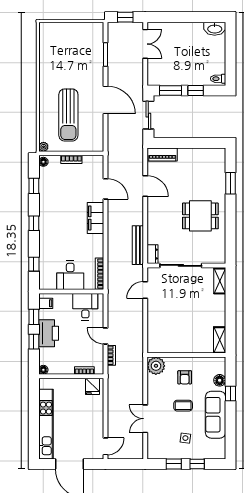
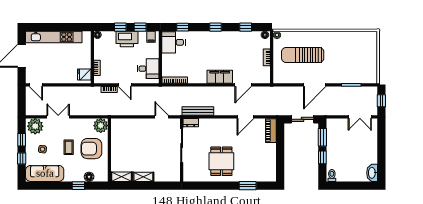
desk: (70, 275) -> (174, 42), moved
shelving: (220, 281) -> (143, 177), moved
door: (105, 336) -> (125, 85), swing flipped
armchair: (185, 377) -> (91, 149), width x1.88, depth x1.88
sofa: (216, 415) -> (45, 173), moved
plant: (157, 447) -> (35, 126), added

